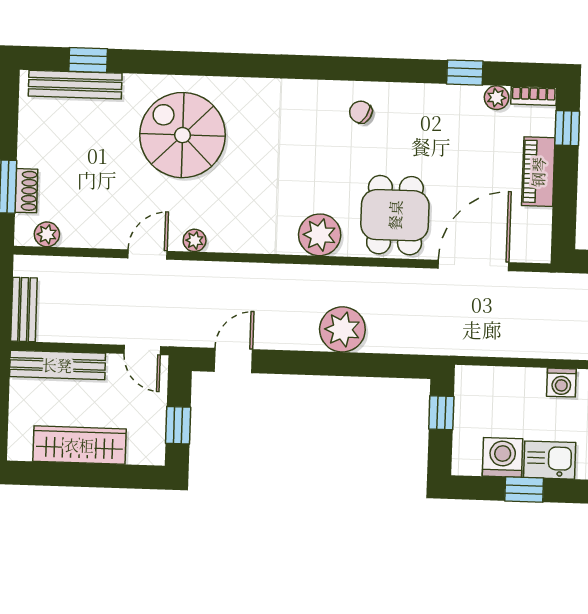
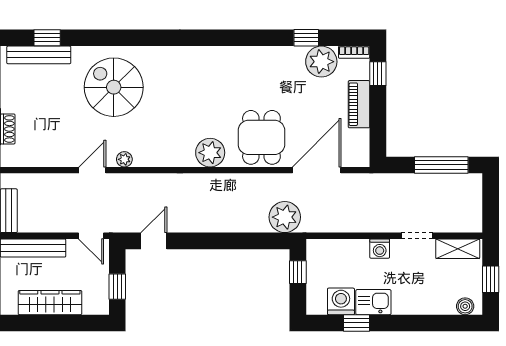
plant: (497, 98) -> (321, 62), width x1.87, depth x1.87
chair: (361, 112) -> (236, 67), removed
plant: (47, 234) -> (23, 158), removed
plant: (342, 329) -> (285, 217), moved

